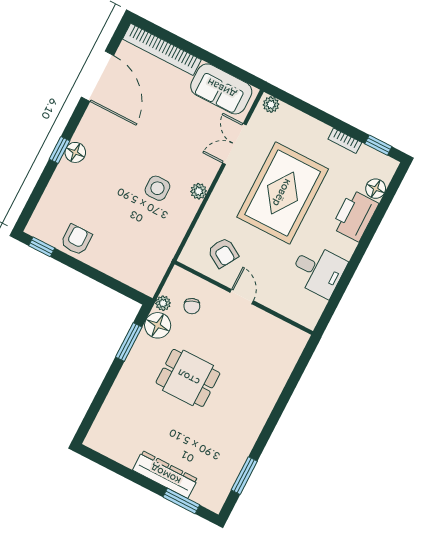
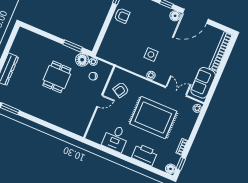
door: (97, 76) -> (195, 16), moved
floor lamp: (75, 152) -> (175, 16), moved
floor lamp: (376, 189) -> (171, 169), moved

